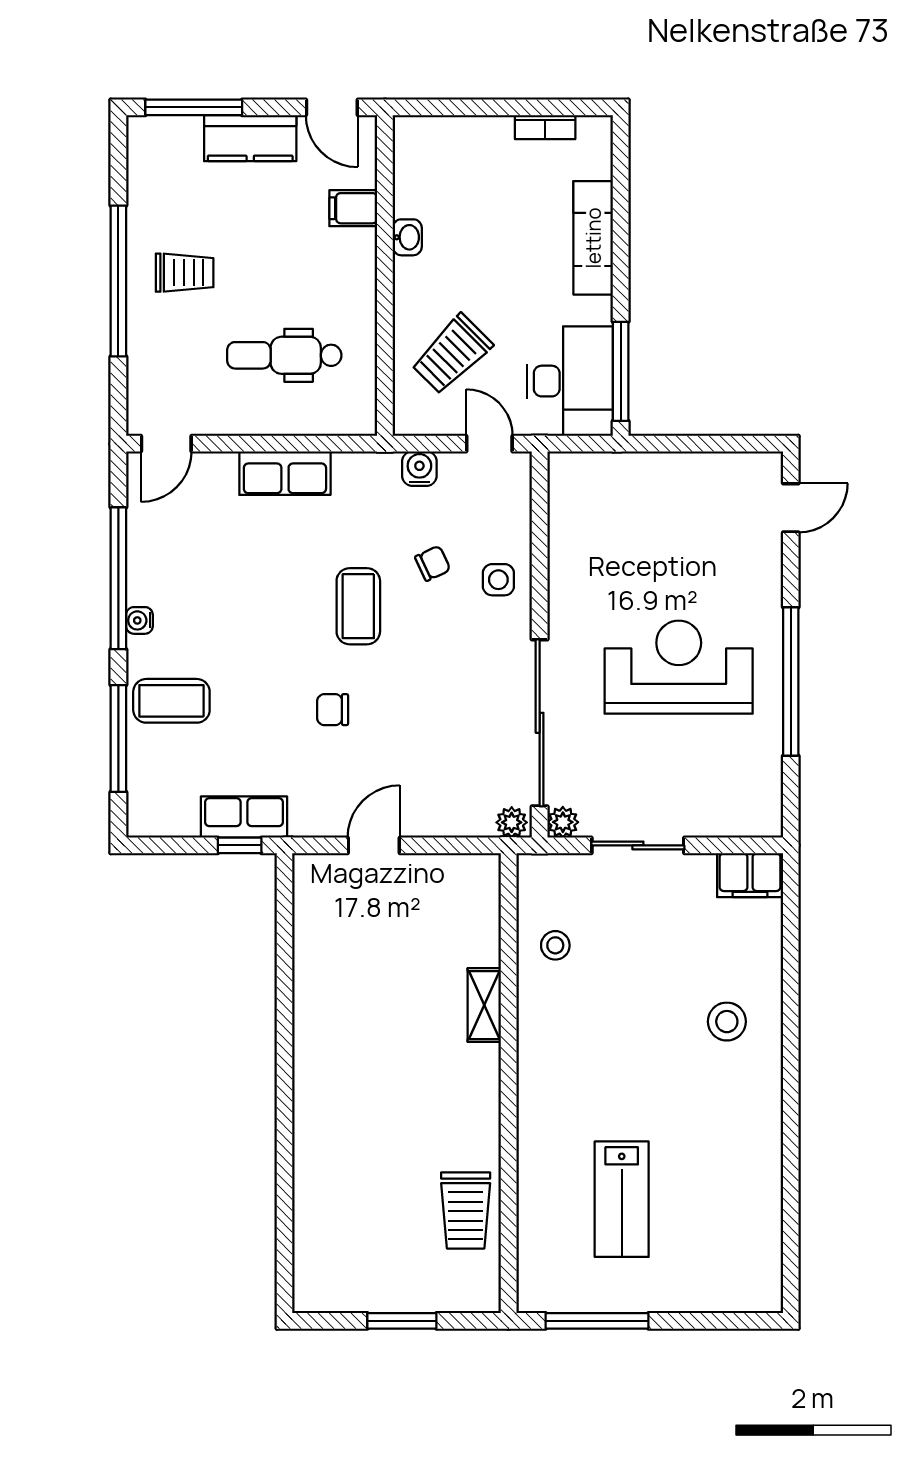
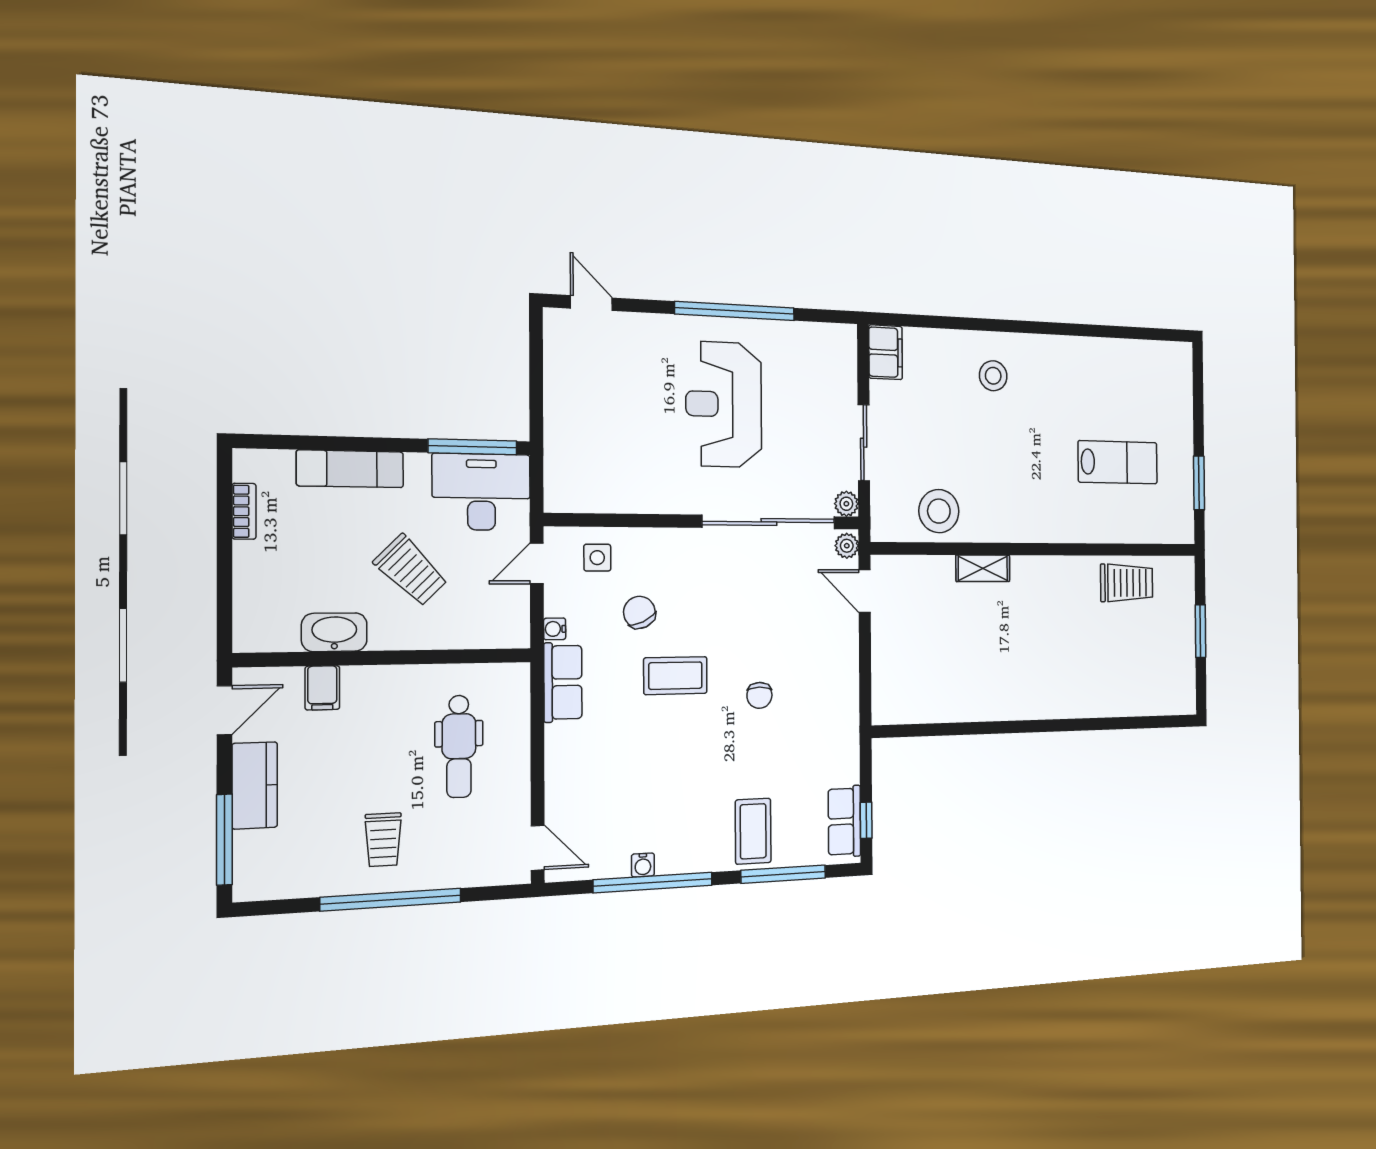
washbasin: (407, 237) -> (334, 632), width x1.91, depth x1.45
trolley: (185, 273) -> (383, 840), turned 180
trolley: (452, 354) -> (411, 570), moved
water cooler: (419, 469) -> (555, 629), width x0.72, depth x0.72
row of seats: (285, 473) -> (563, 682), moved
chair: (433, 563) -> (639, 612), width x1.37, depth x1.37
side table: (498, 580) -> (597, 558), moved
water cooler: (139, 620) -> (643, 865), moved
row of seats: (244, 817) -> (844, 821), moved
window: (240, 845) -> (866, 820), moved
door: (374, 845) -> (865, 591), moved
stool: (555, 945) -> (939, 511), width x1.89, depth x1.89
window: (597, 1321) -> (1199, 483), width x0.69

